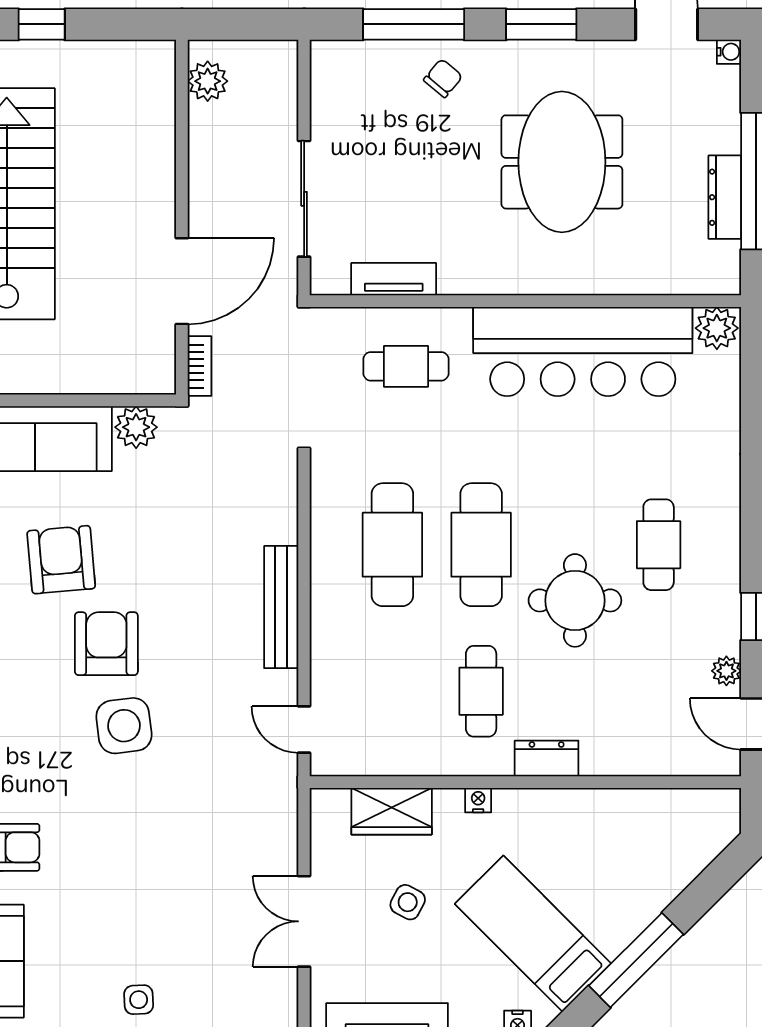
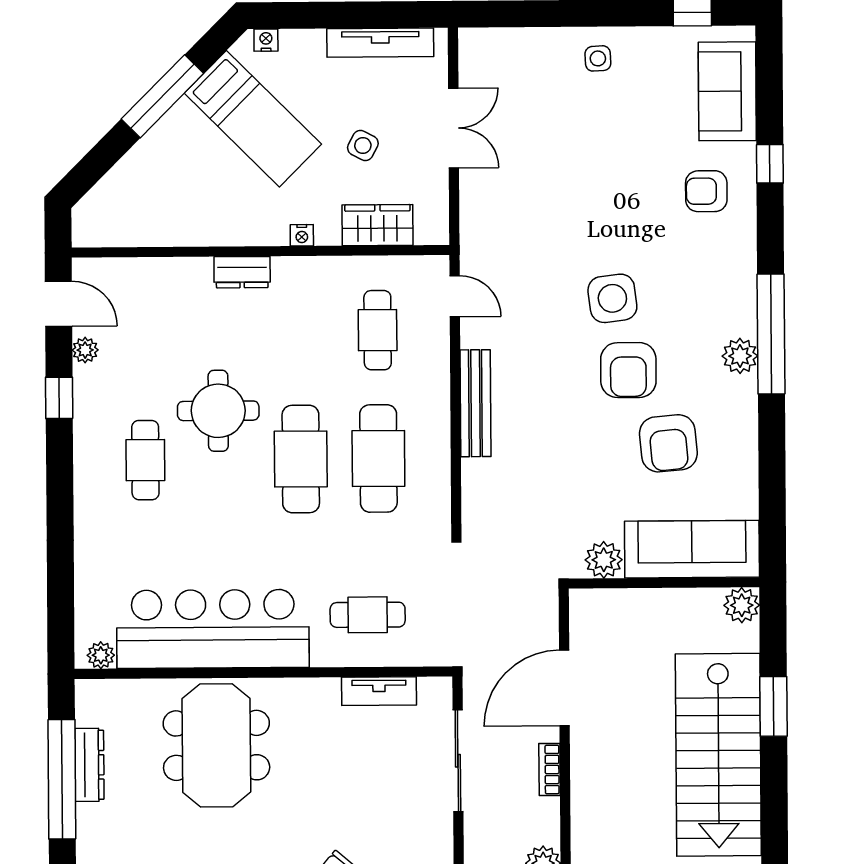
meeting table: (562, 162) -> (216, 745), moved
plant: (717, 328) -> (101, 655), width x0.73, depth x0.73
bookcase: (200, 366) -> (550, 770), moved
cafe table: (481, 691) -> (378, 330), moved

